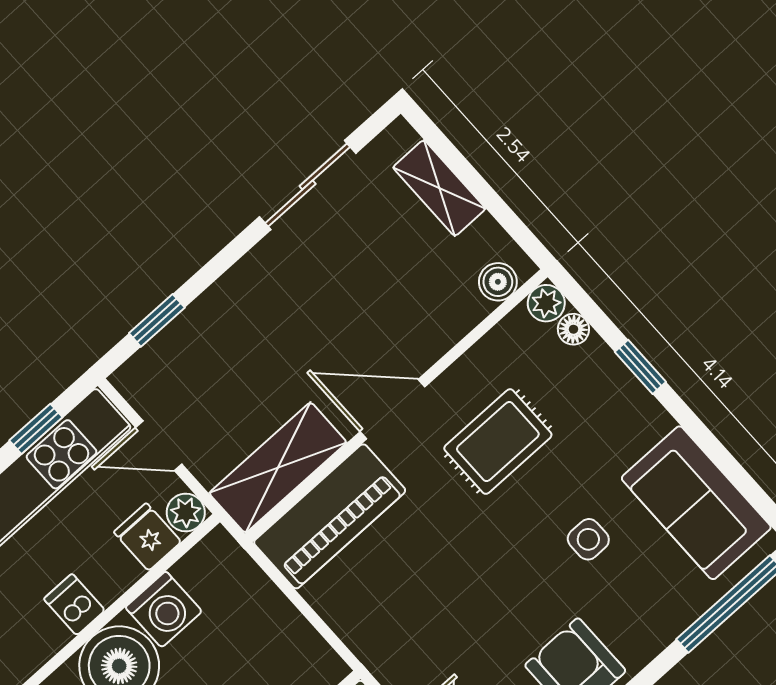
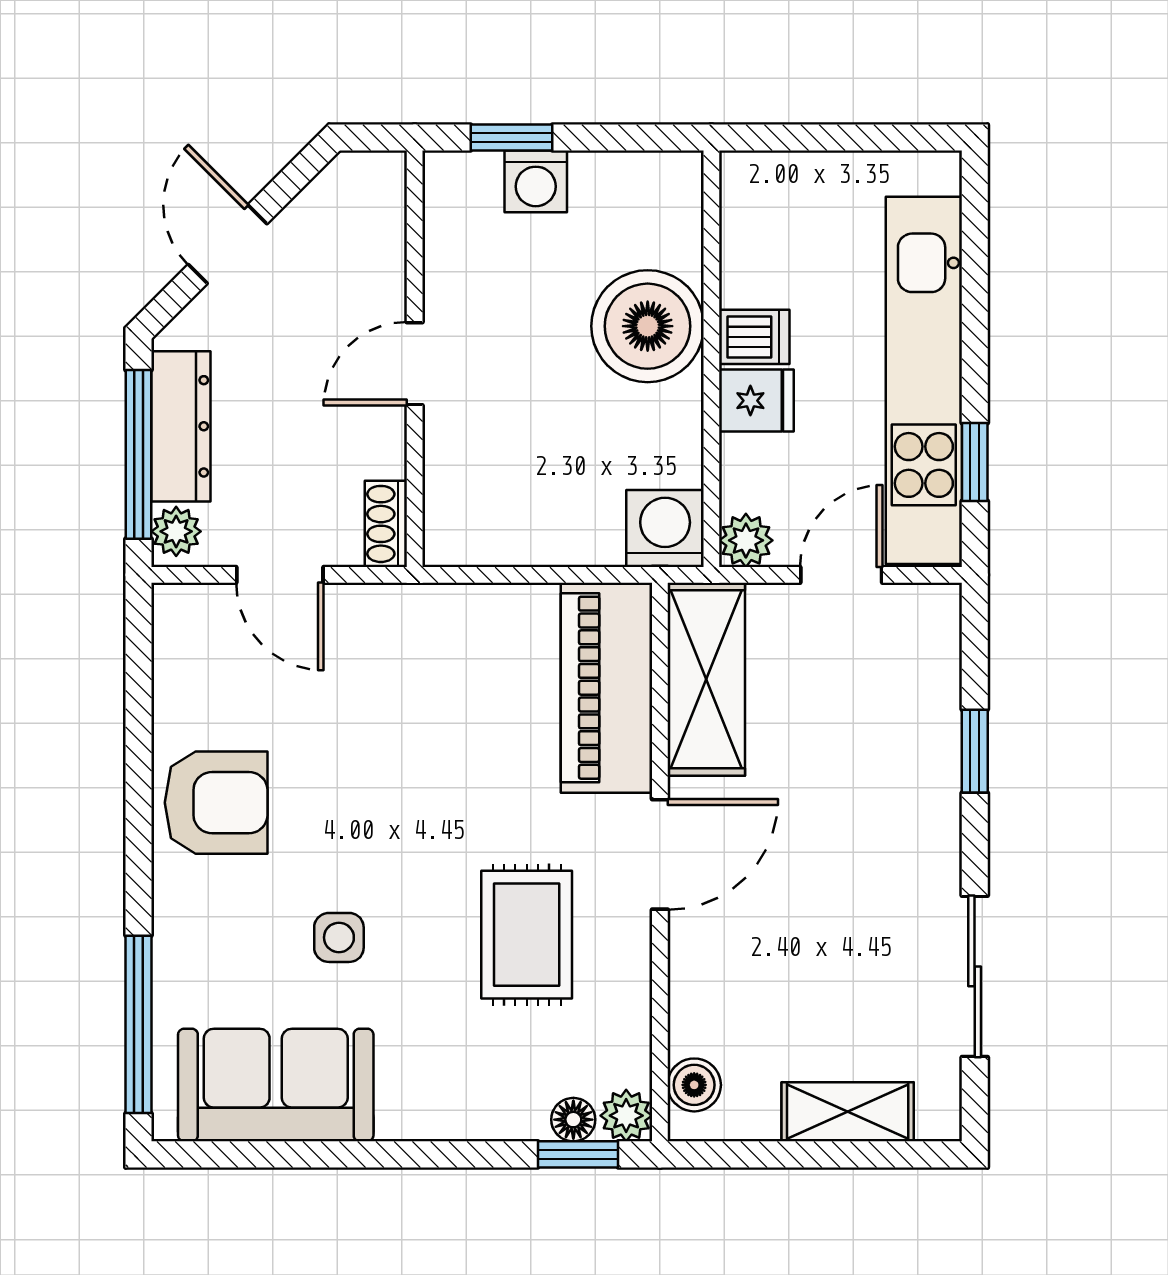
window: (157, 320) -> (975, 751), moved
window: (640, 367) -> (578, 1154), moved
fridge: (147, 537) -> (756, 401), moved
washing machine: (164, 609) -> (665, 529), moved, turned 90

